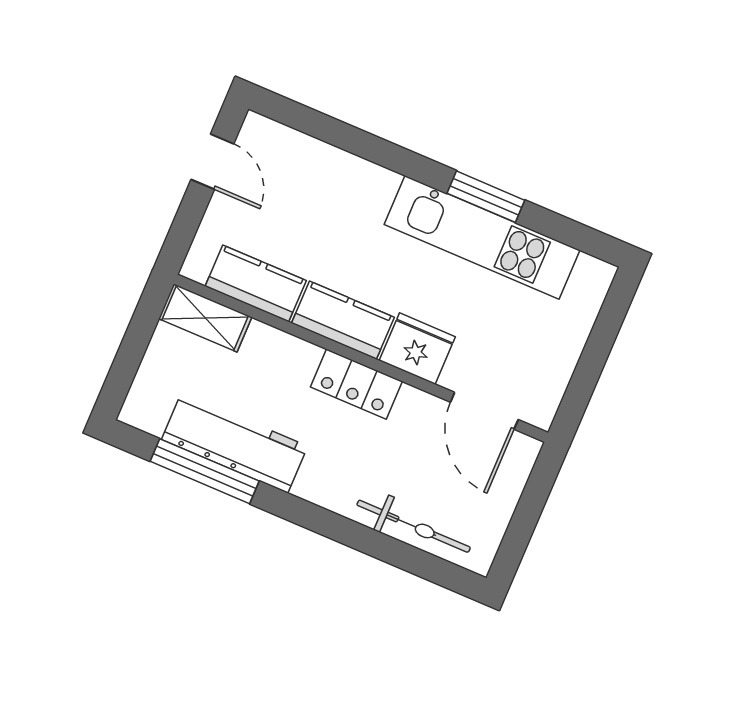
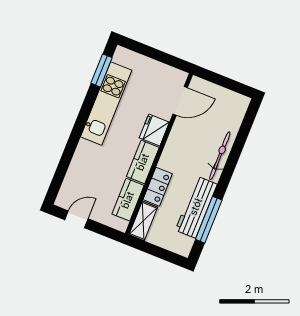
window: (486, 197) -> (101, 70), moved
locker: (356, 384) -> (158, 187), moved
bicycle: (414, 526) -> (220, 156), moved

